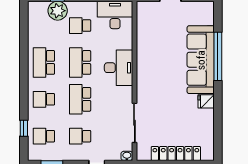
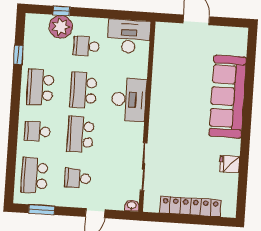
window: (218, 56) -> (248, 94), removed
fridge: (206, 101) -> (230, 164), moved
window: (24, 128) -> (18, 55), moved
school desk: (44, 136) -> (34, 175), width x1.85

